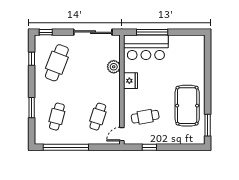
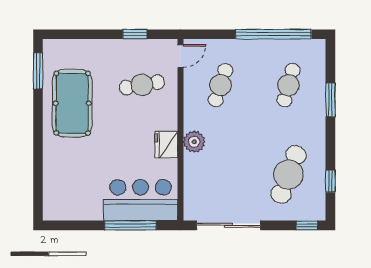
plant: (114, 67) -> (194, 142), moved

